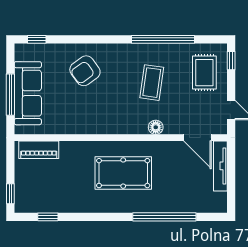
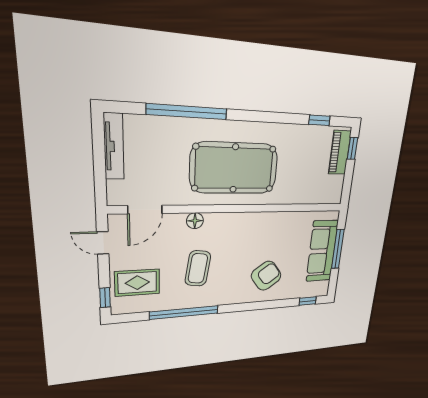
rug: (204, 73) -> (137, 283), turned 90
door: (197, 138) -> (145, 210), swing flipped
piano: (39, 150) -> (340, 153), moved, turned -90
tv unit: (220, 166) -> (114, 147), moved
pool table: (123, 173) -> (234, 168), width x1.36, depth x1.32

